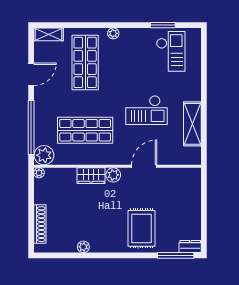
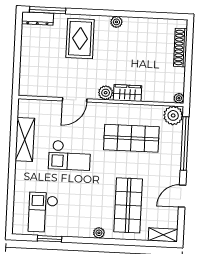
checkout: (147, 110) -> (70, 155), turned 180
plant: (83, 247) -> (116, 22), moved
dresser: (190, 247) -> (38, 19), width x1.44

